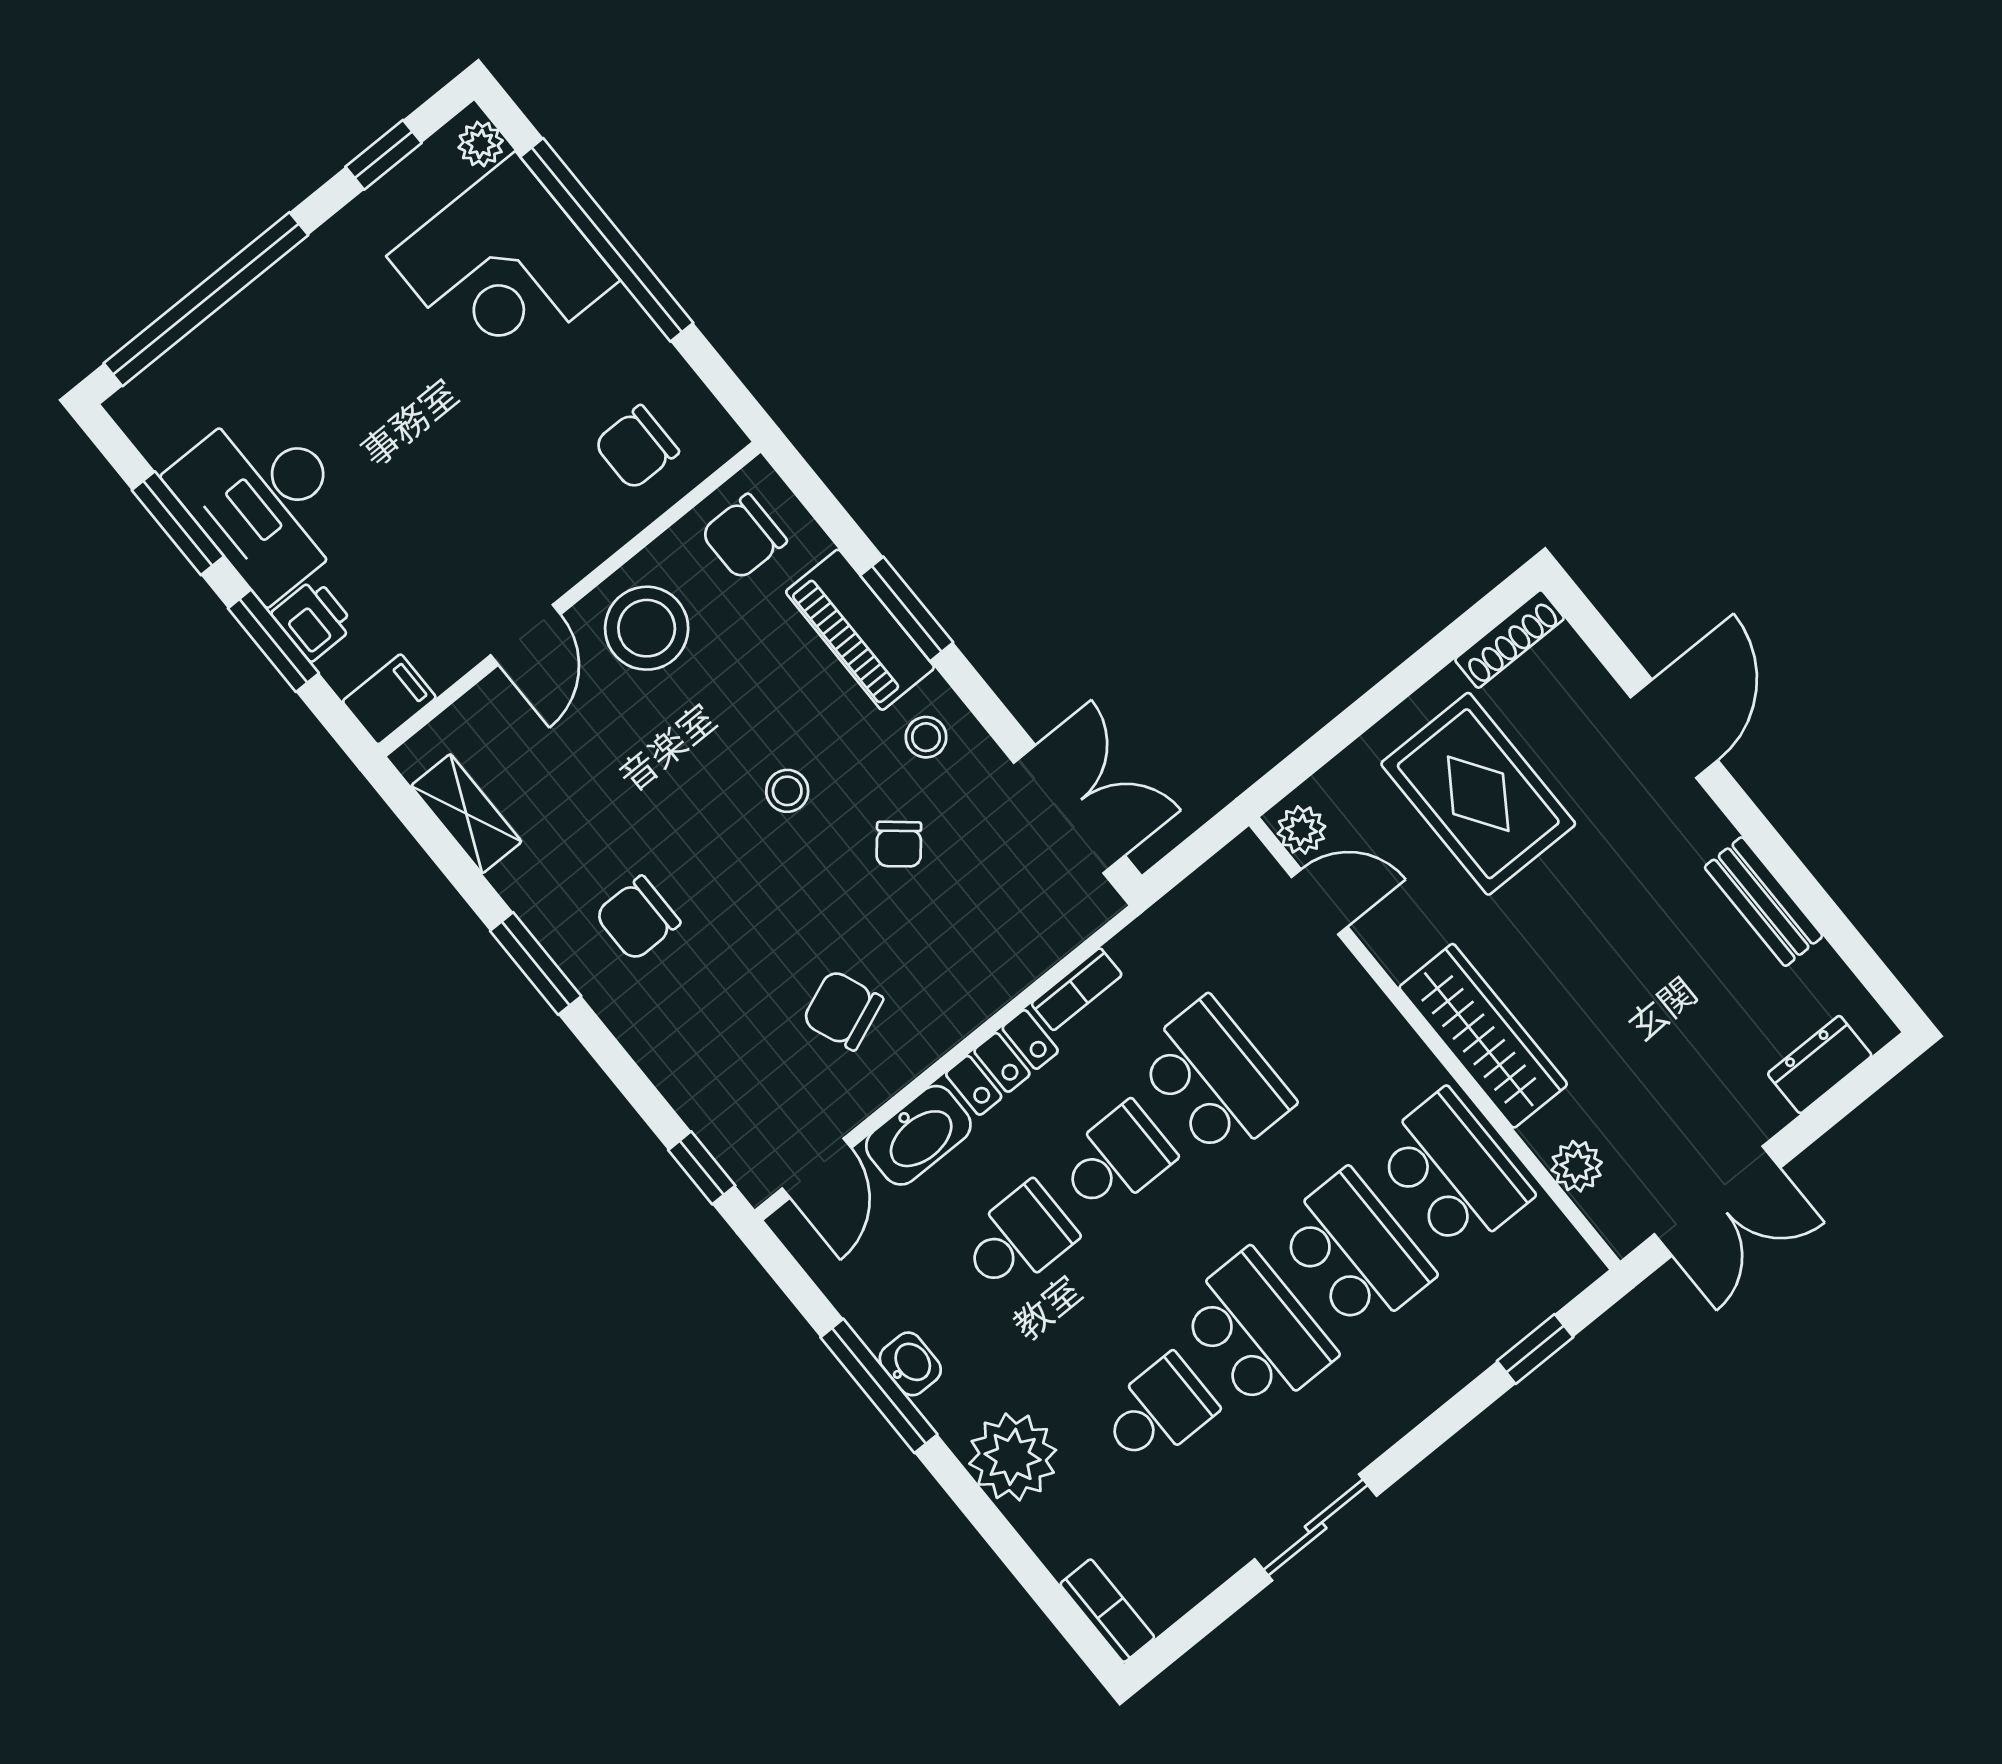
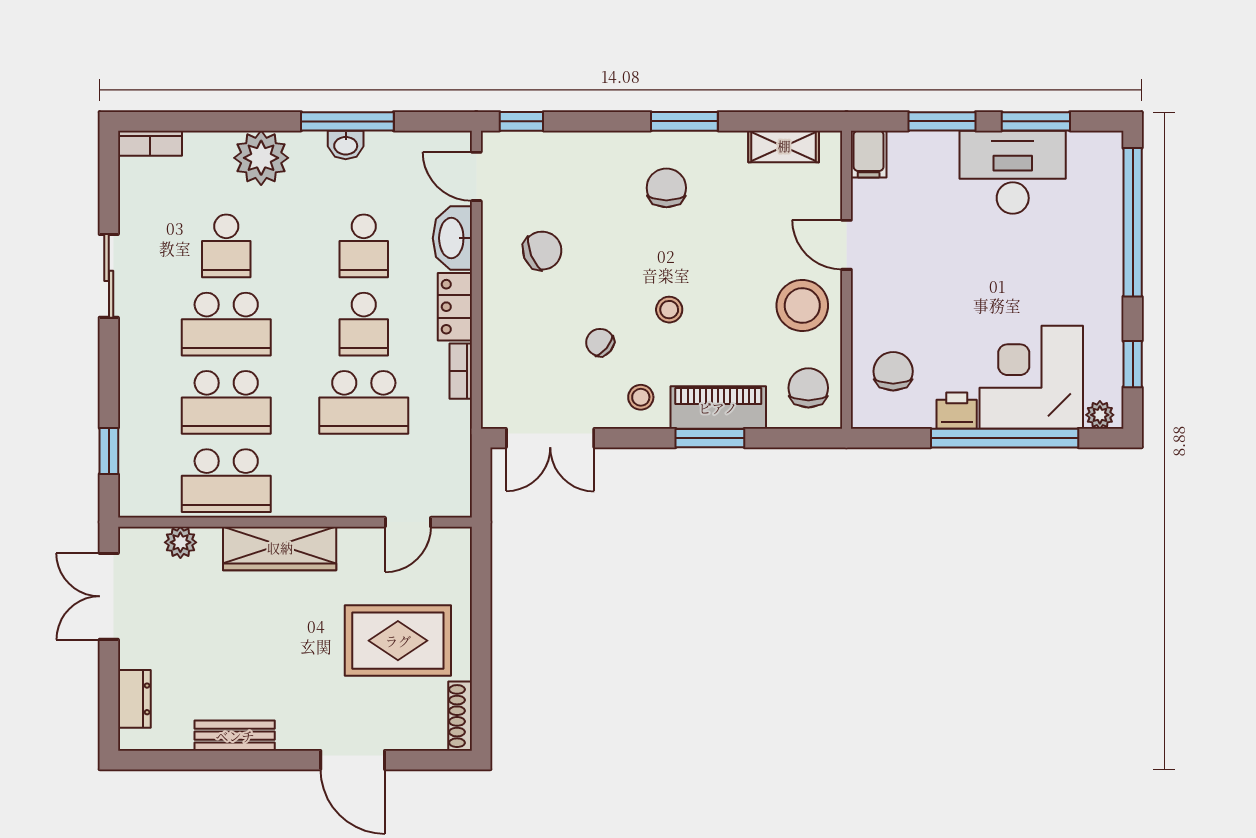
printer: (313, 619) -> (957, 411), moved, turned 180
plant: (1301, 830) -> (450, 541), removed

